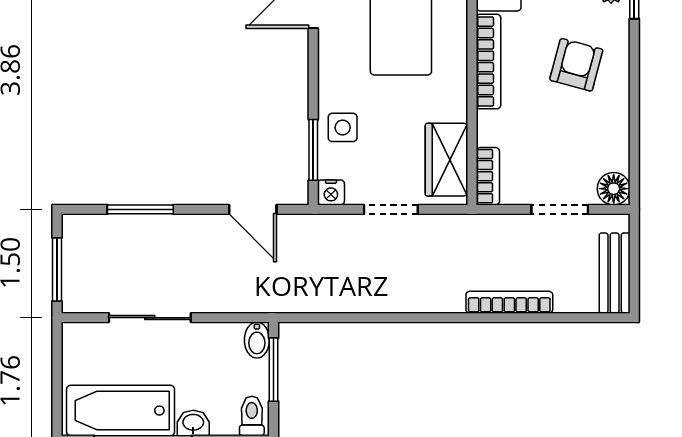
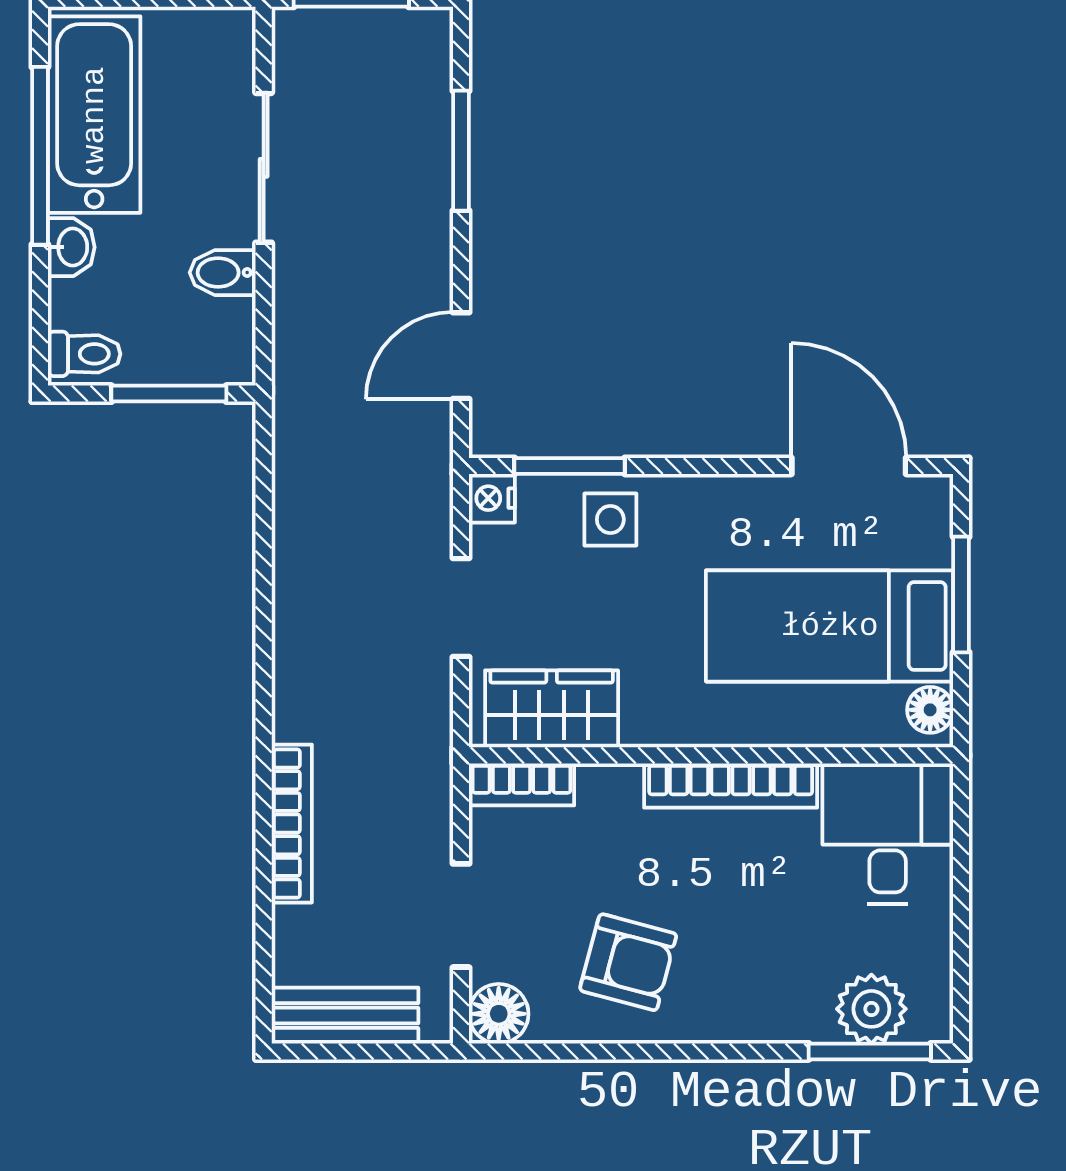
armchair: (576, 65) -> (628, 962), moved
bidet: (257, 340) -> (223, 273), moved

